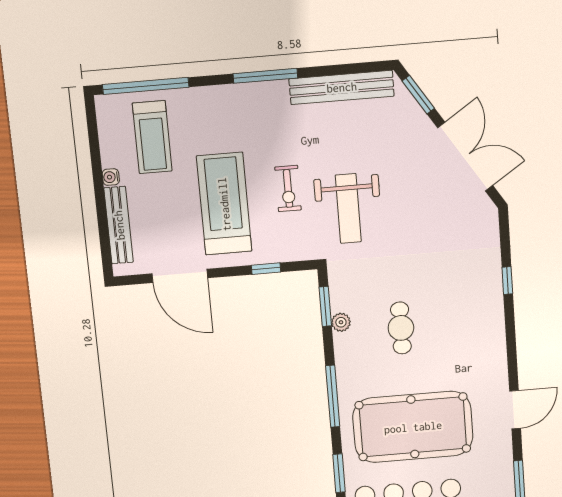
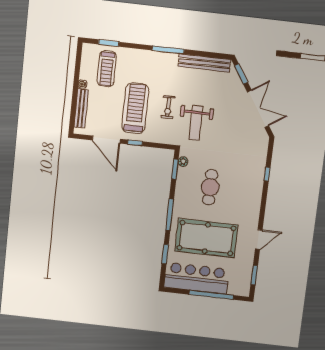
window: (146, 86) -> (109, 43), width x0.47
window: (266, 269) -> (135, 143), moved
plant: (341, 322) -> (183, 162), moved
cafe table: (401, 328) -> (210, 187), width x1.37, depth x1.35

